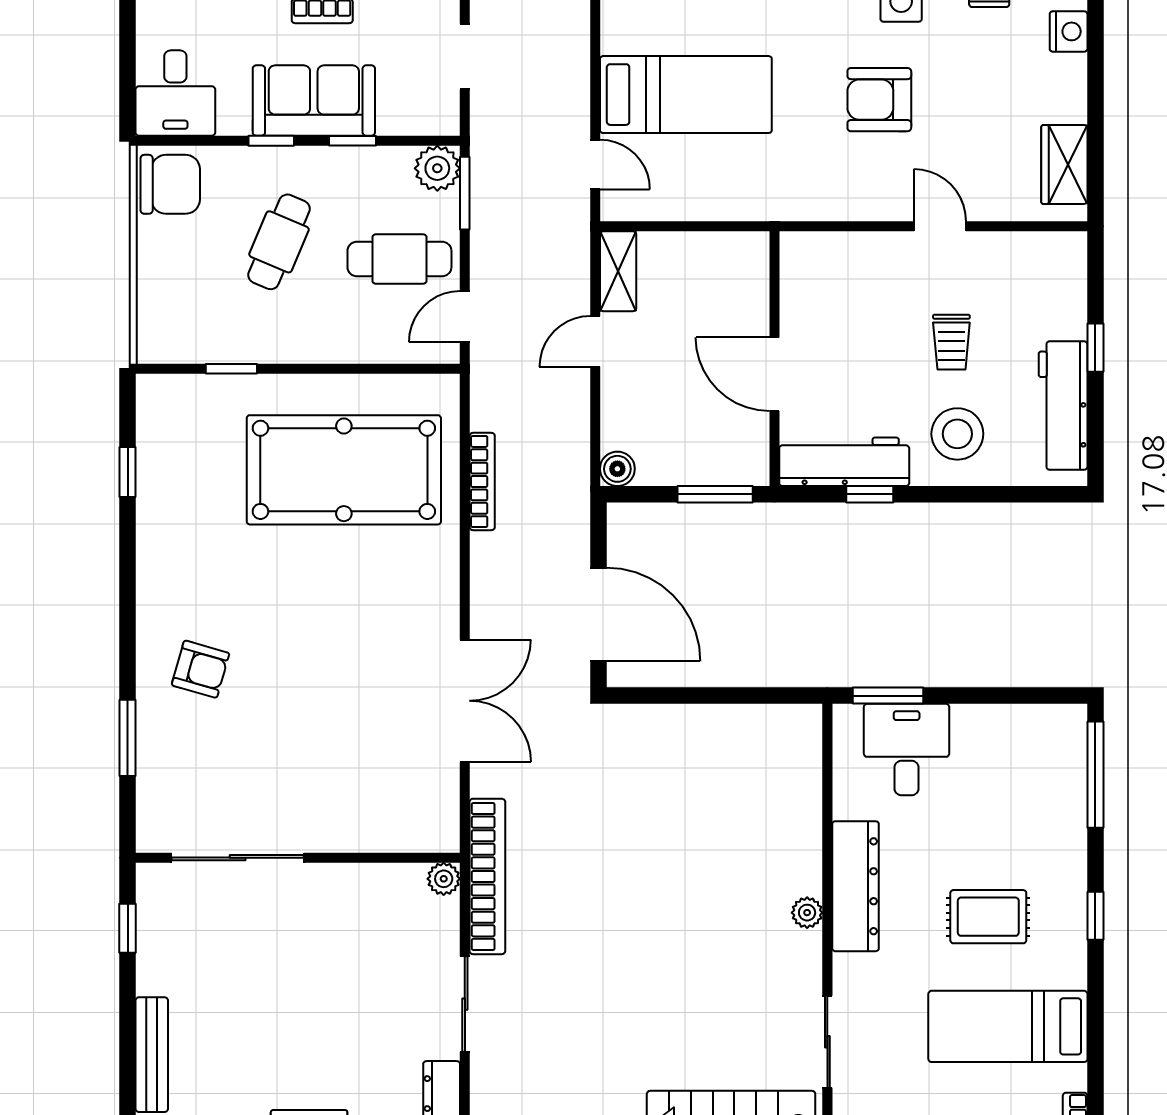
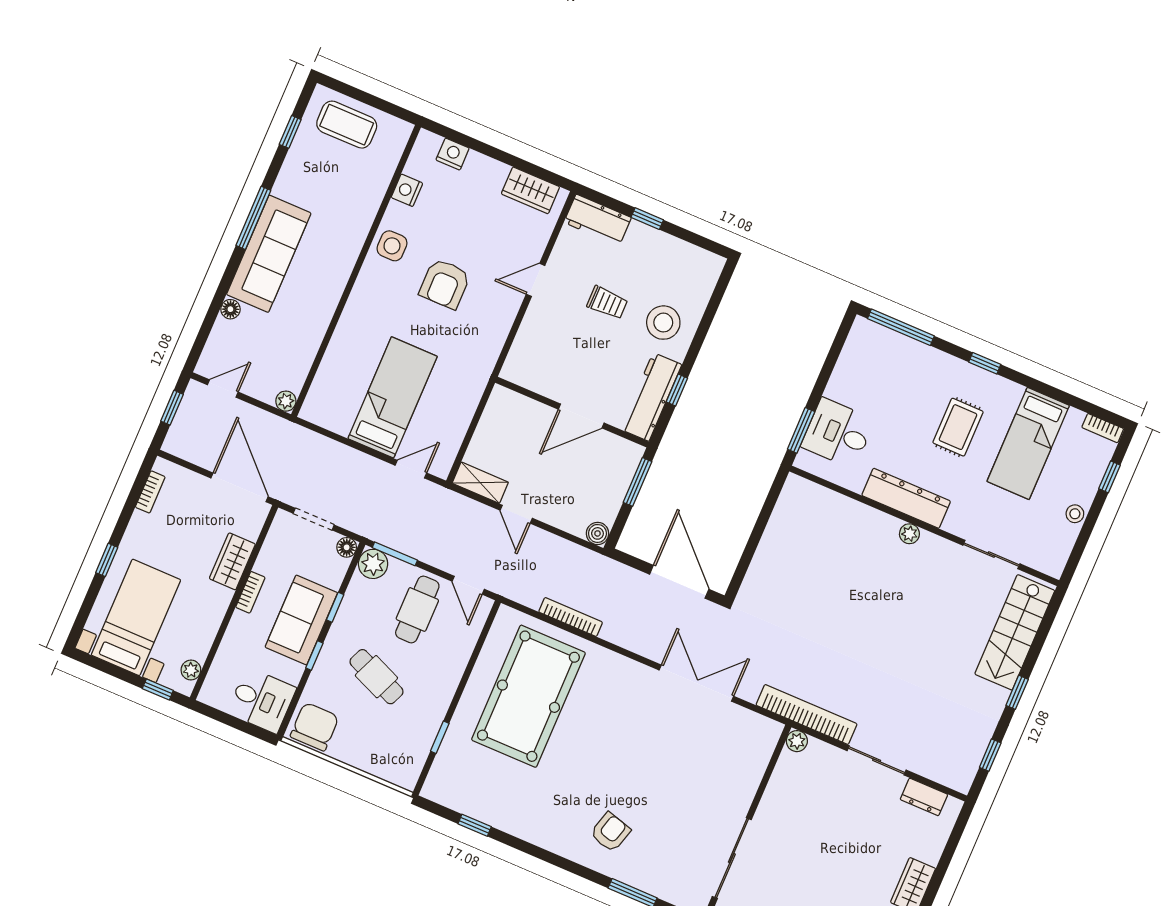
floor lamp: (445, 121) -> (347, 547), added
workbench: (1063, 406) -> (598, 220), moved, width x0.73
door: (598, 614) -> (679, 582), hinge flipped

